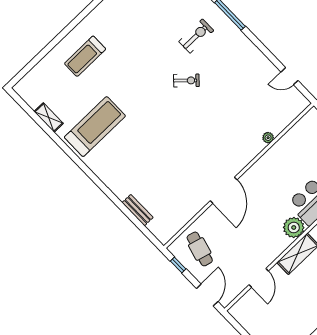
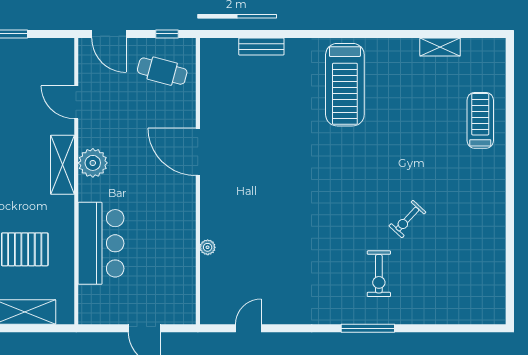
treadmill: (85, 56) -> (480, 120), moved
exercise bike: (186, 80) -> (407, 219), moved
treadmill: (95, 127) -> (345, 85), moved
plant: (294, 227) -> (93, 163), moved

